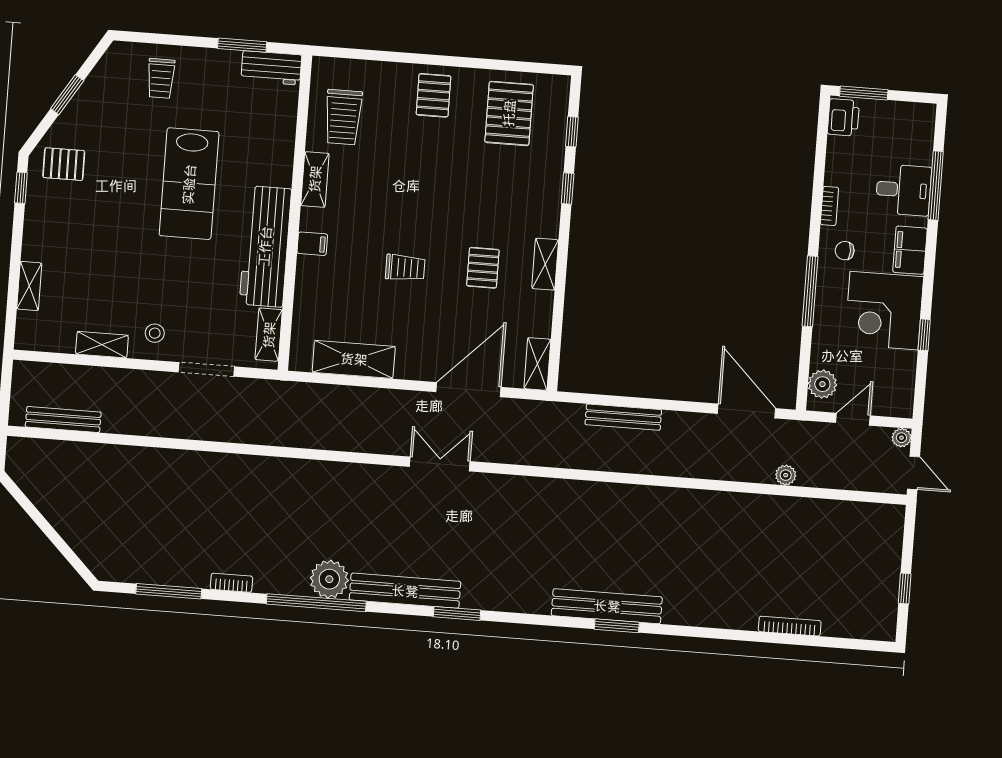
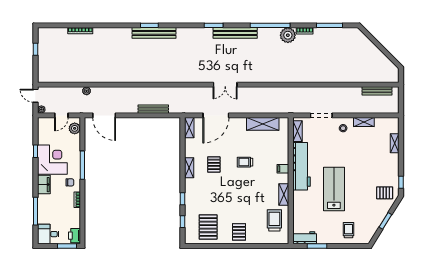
desk: (903, 190) -> (48, 234), moved
plant: (329, 579) -> (288, 35), moved

